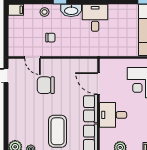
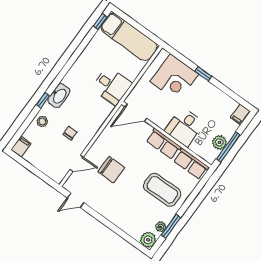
desk: (95, 18) -> (112, 86), moved, turned 180
door: (99, 83) -> (136, 113), moved
chair: (46, 85) -> (111, 170), turned -90

